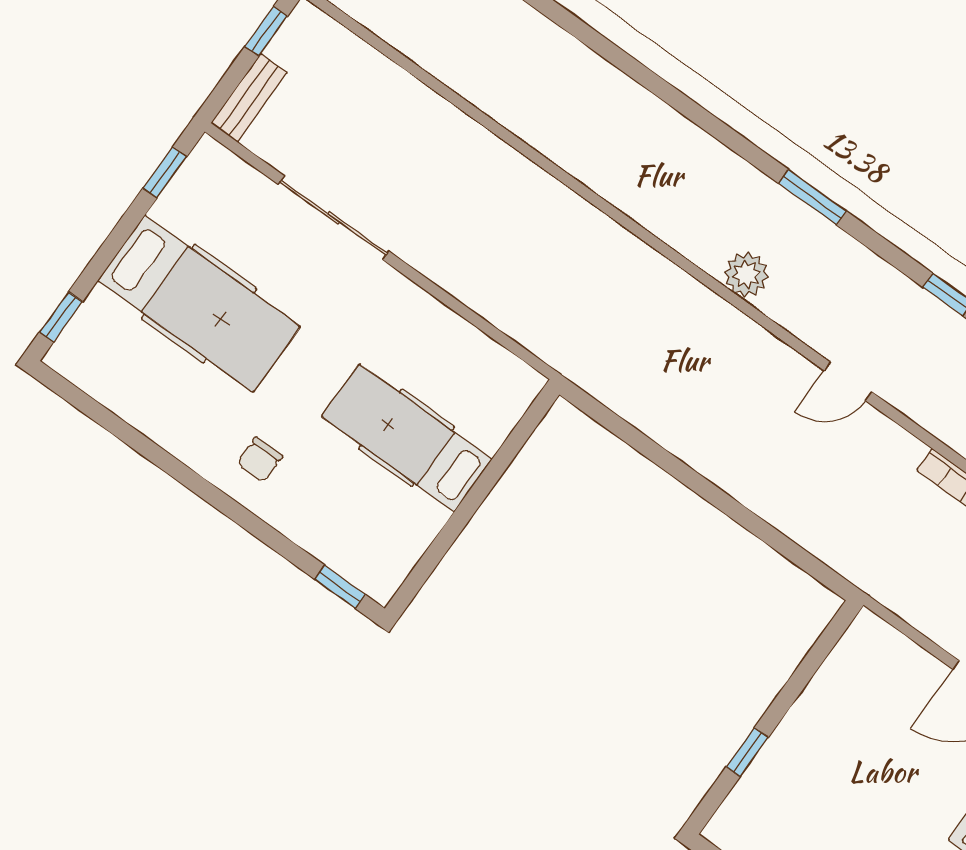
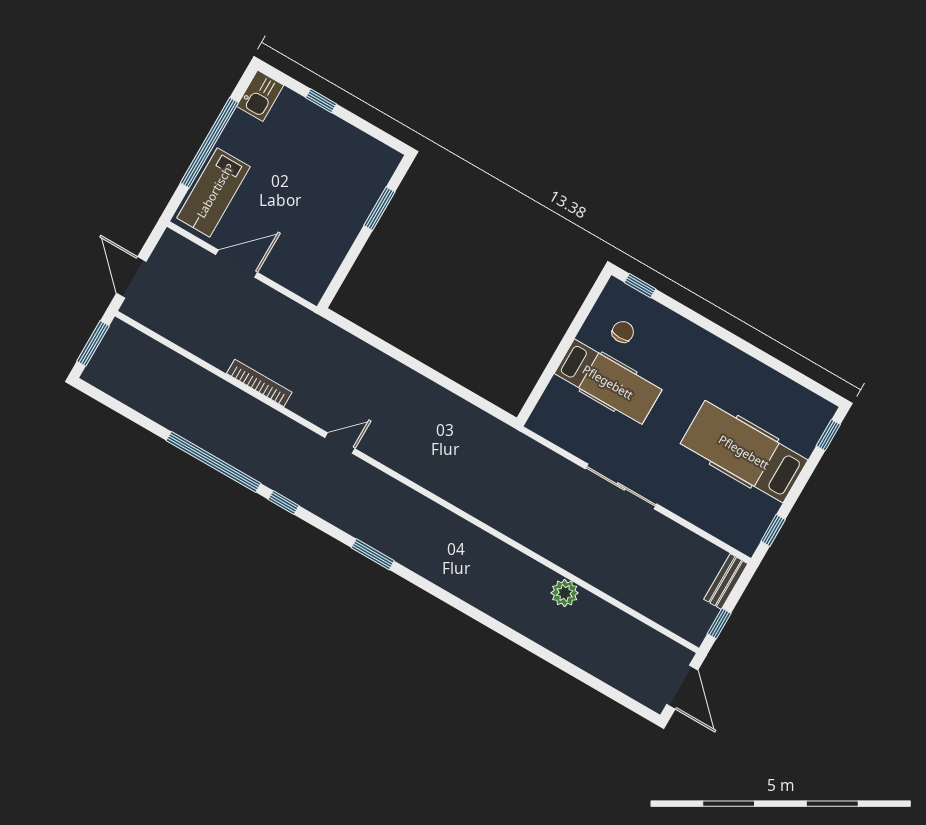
sliding door: (334, 218) -> (621, 486), moved
plant: (746, 275) -> (565, 593), moved
chair: (260, 460) -> (623, 332), moved
window: (747, 752) -> (379, 209), width x1.50

